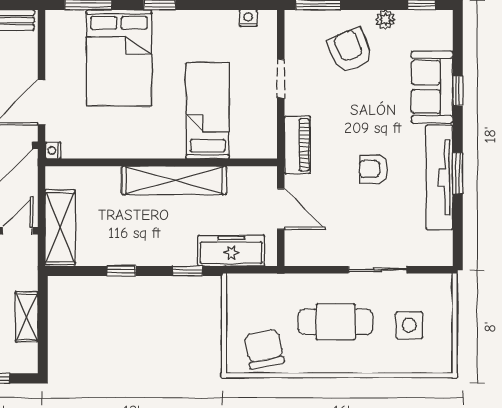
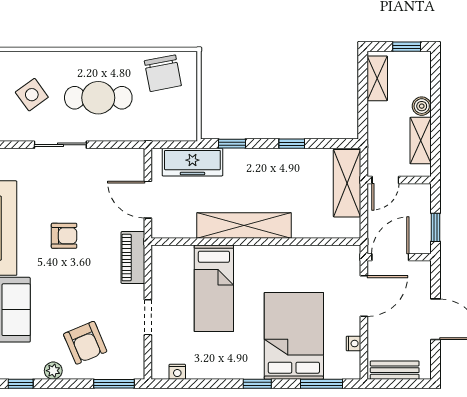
nightstand: (53, 150) -> (353, 344), moved
shelving: (27, 317) -> (377, 78), moved
side table: (409, 325) -> (32, 95), turned -36

